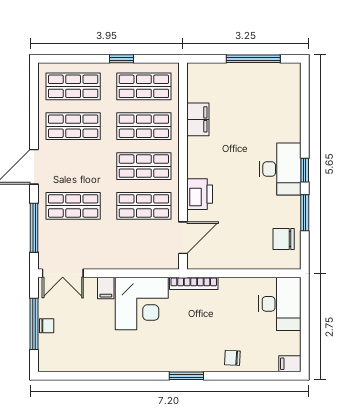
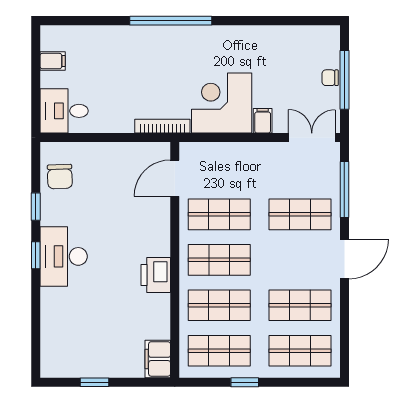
window: (253, 59) -> (94, 382), width x0.46
filing cabinet: (198, 119) -> (158, 359), moved
printer: (200, 194) -> (156, 275), moved
window: (305, 213) -> (36, 207), width x0.67
chair: (284, 239) -> (60, 177), turned 88
desk: (280, 304) -> (64, 111), width x0.73
chair: (232, 358) -> (118, 41), removed
filing cabinet: (290, 364) -> (53, 61), moved
window: (186, 376) -> (171, 21), width x2.11

